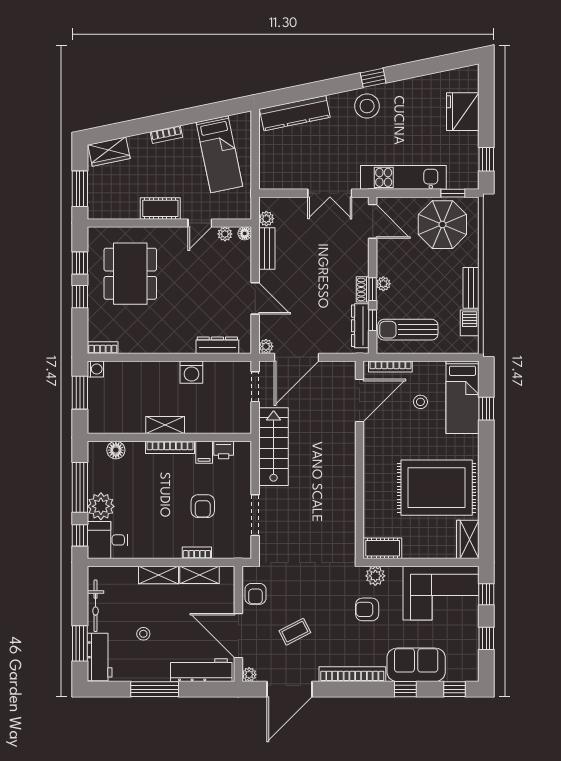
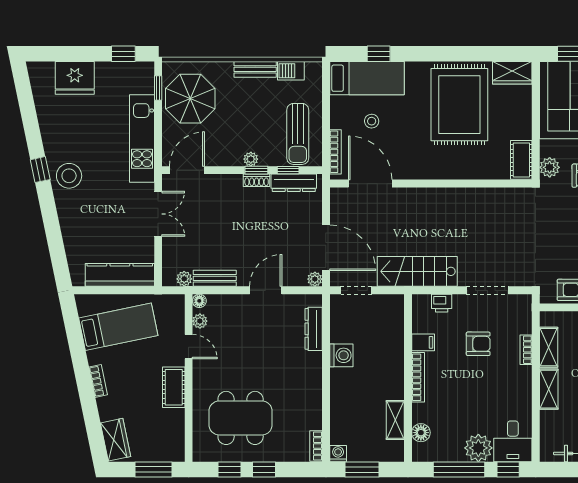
kitchen counter: (295, 113) -> (120, 275), moved, turned -78
shelving: (165, 425) -> (395, 420), moved
printer: (224, 450) -> (442, 303), moved, turned 90

